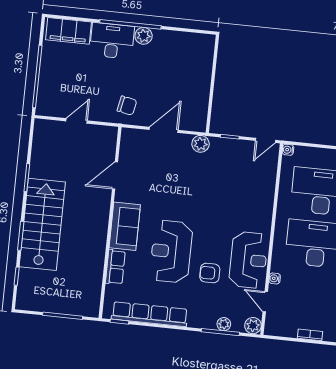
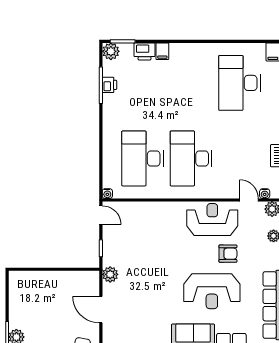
armchair: (210, 273) -> (228, 254), turned -90
water cooler: (275, 278) -> (265, 194), moved
door: (265, 302) -> (249, 200), swing flipped

